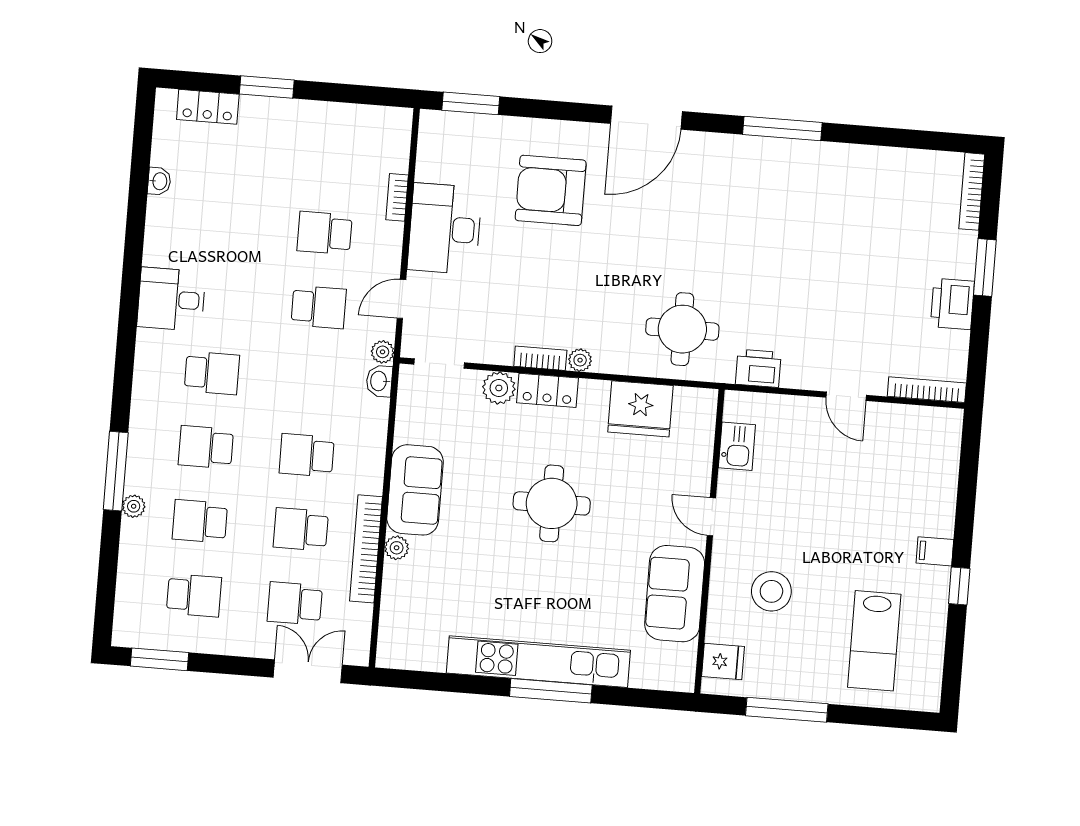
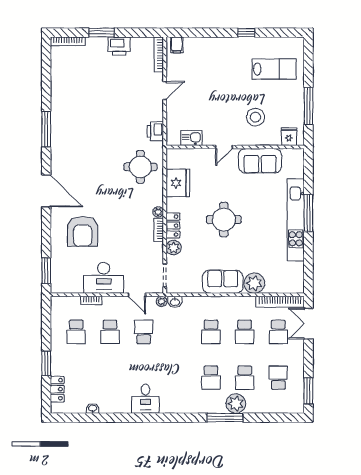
school desk: (212, 373) -> (76, 332), moved, turned 180
plant: (134, 506) -> (236, 404), width x1.87, depth x1.87
plant: (397, 548) -> (254, 283), width x1.88, depth x1.88
bookcase: (366, 549) -> (280, 302), moved
filing cabinet: (935, 551) -> (177, 45), moved

